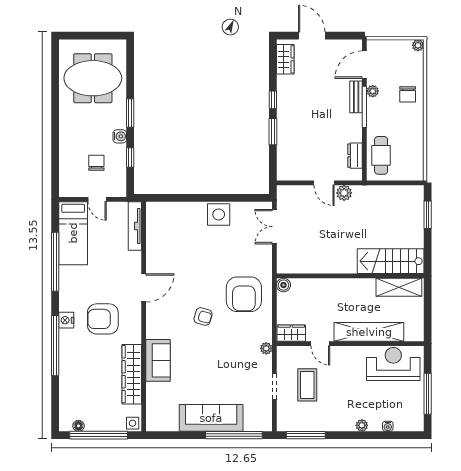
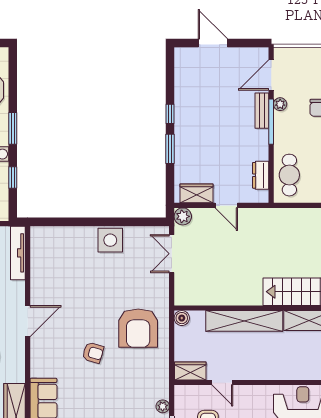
wardrobe: (285, 59) -> (197, 193), moved, turned -90
plant: (344, 193) -> (183, 216), moved
shelving: (369, 332) -> (244, 321), moved
plant: (266, 348) -> (163, 406), moved

